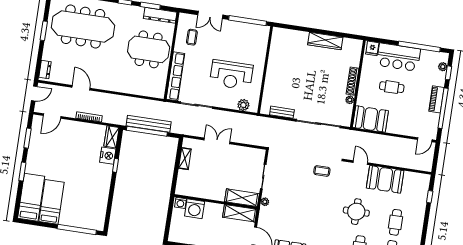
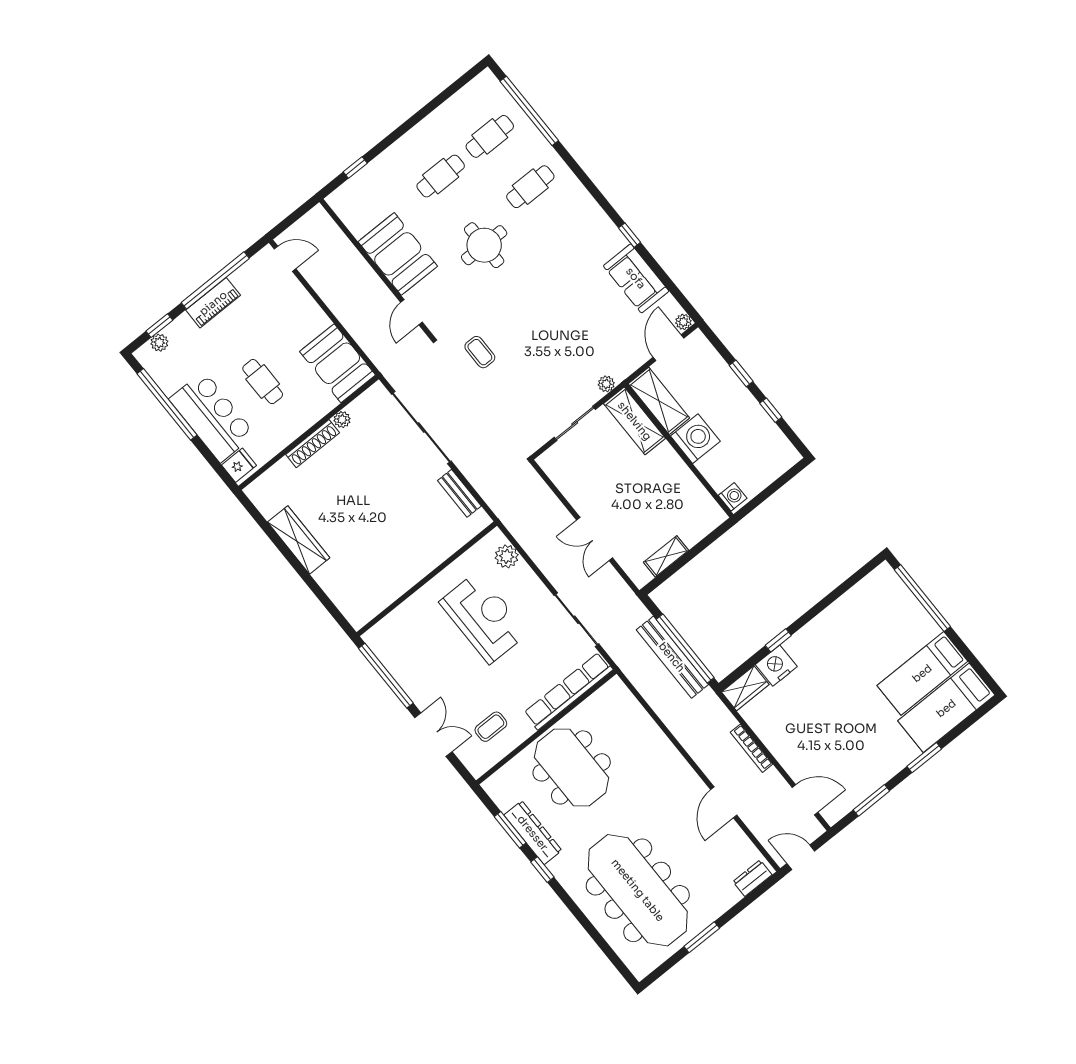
dresser: (160, 15) -> (533, 833), moved
washing machine: (195, 209) -> (695, 439), moved

